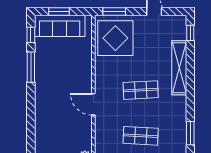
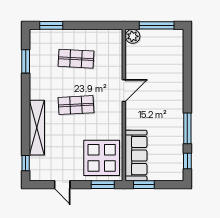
window: (59, 12) -> (144, 185), moved
sofa: (60, 26) -> (136, 156), moved, turned 90
door: (93, 104) -> (124, 91), hinge flipped

